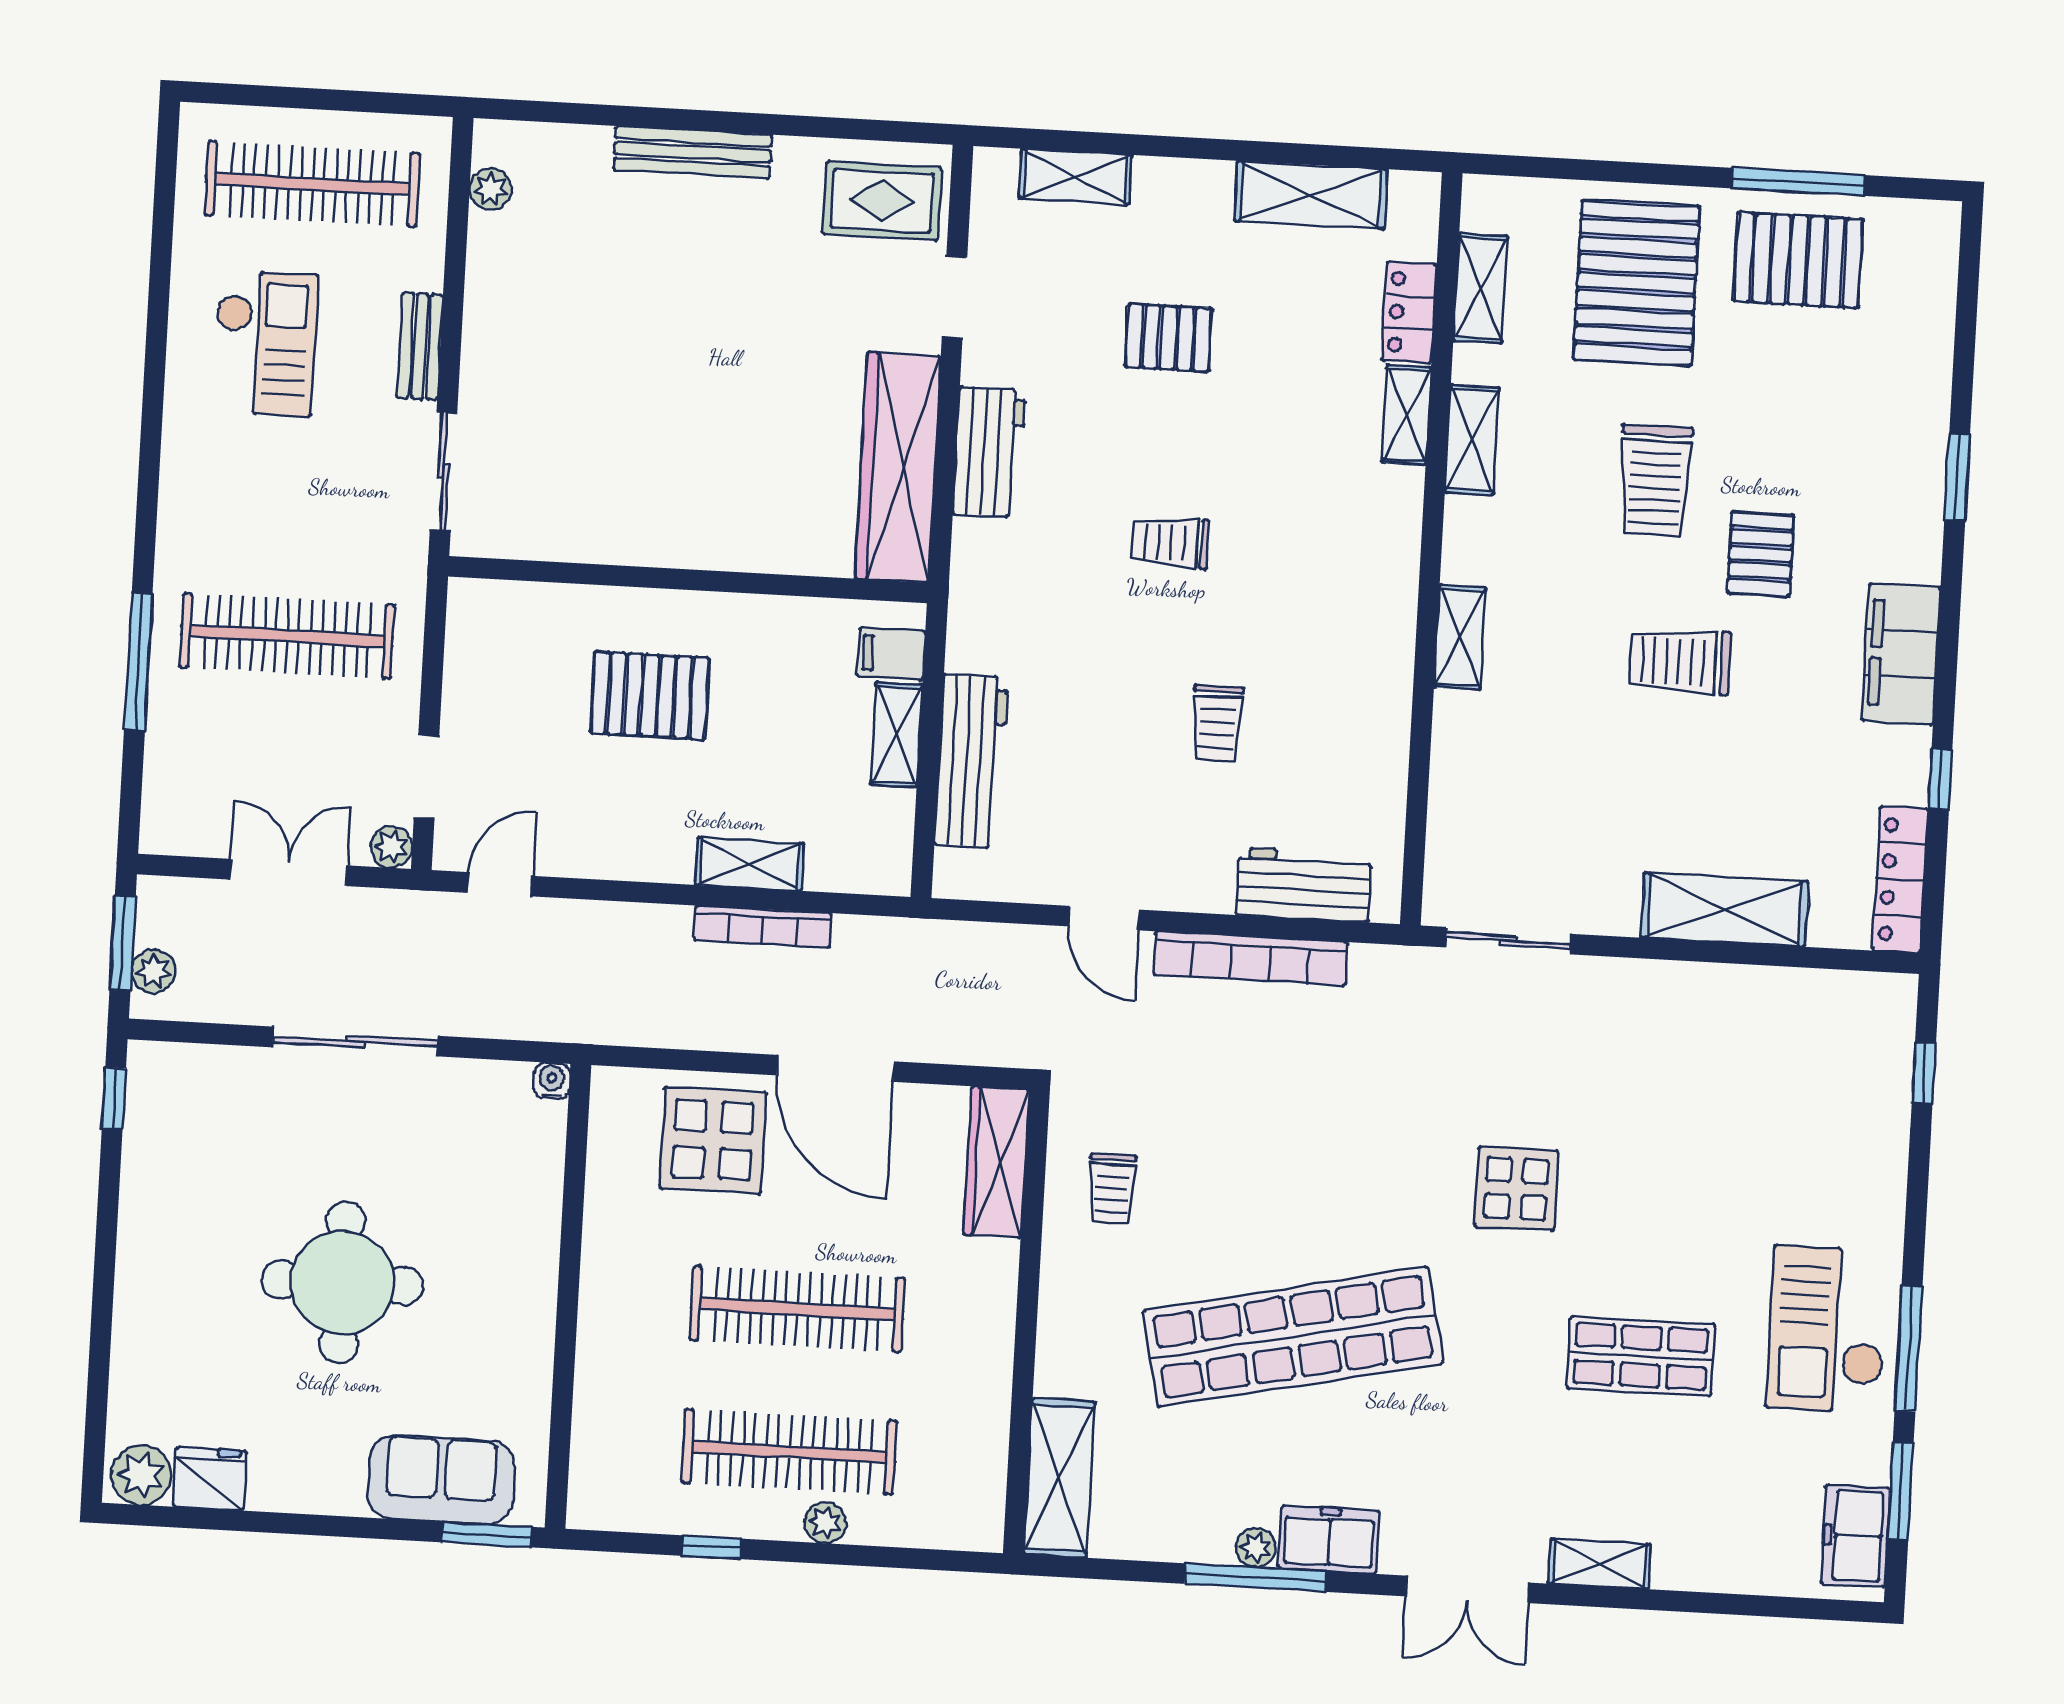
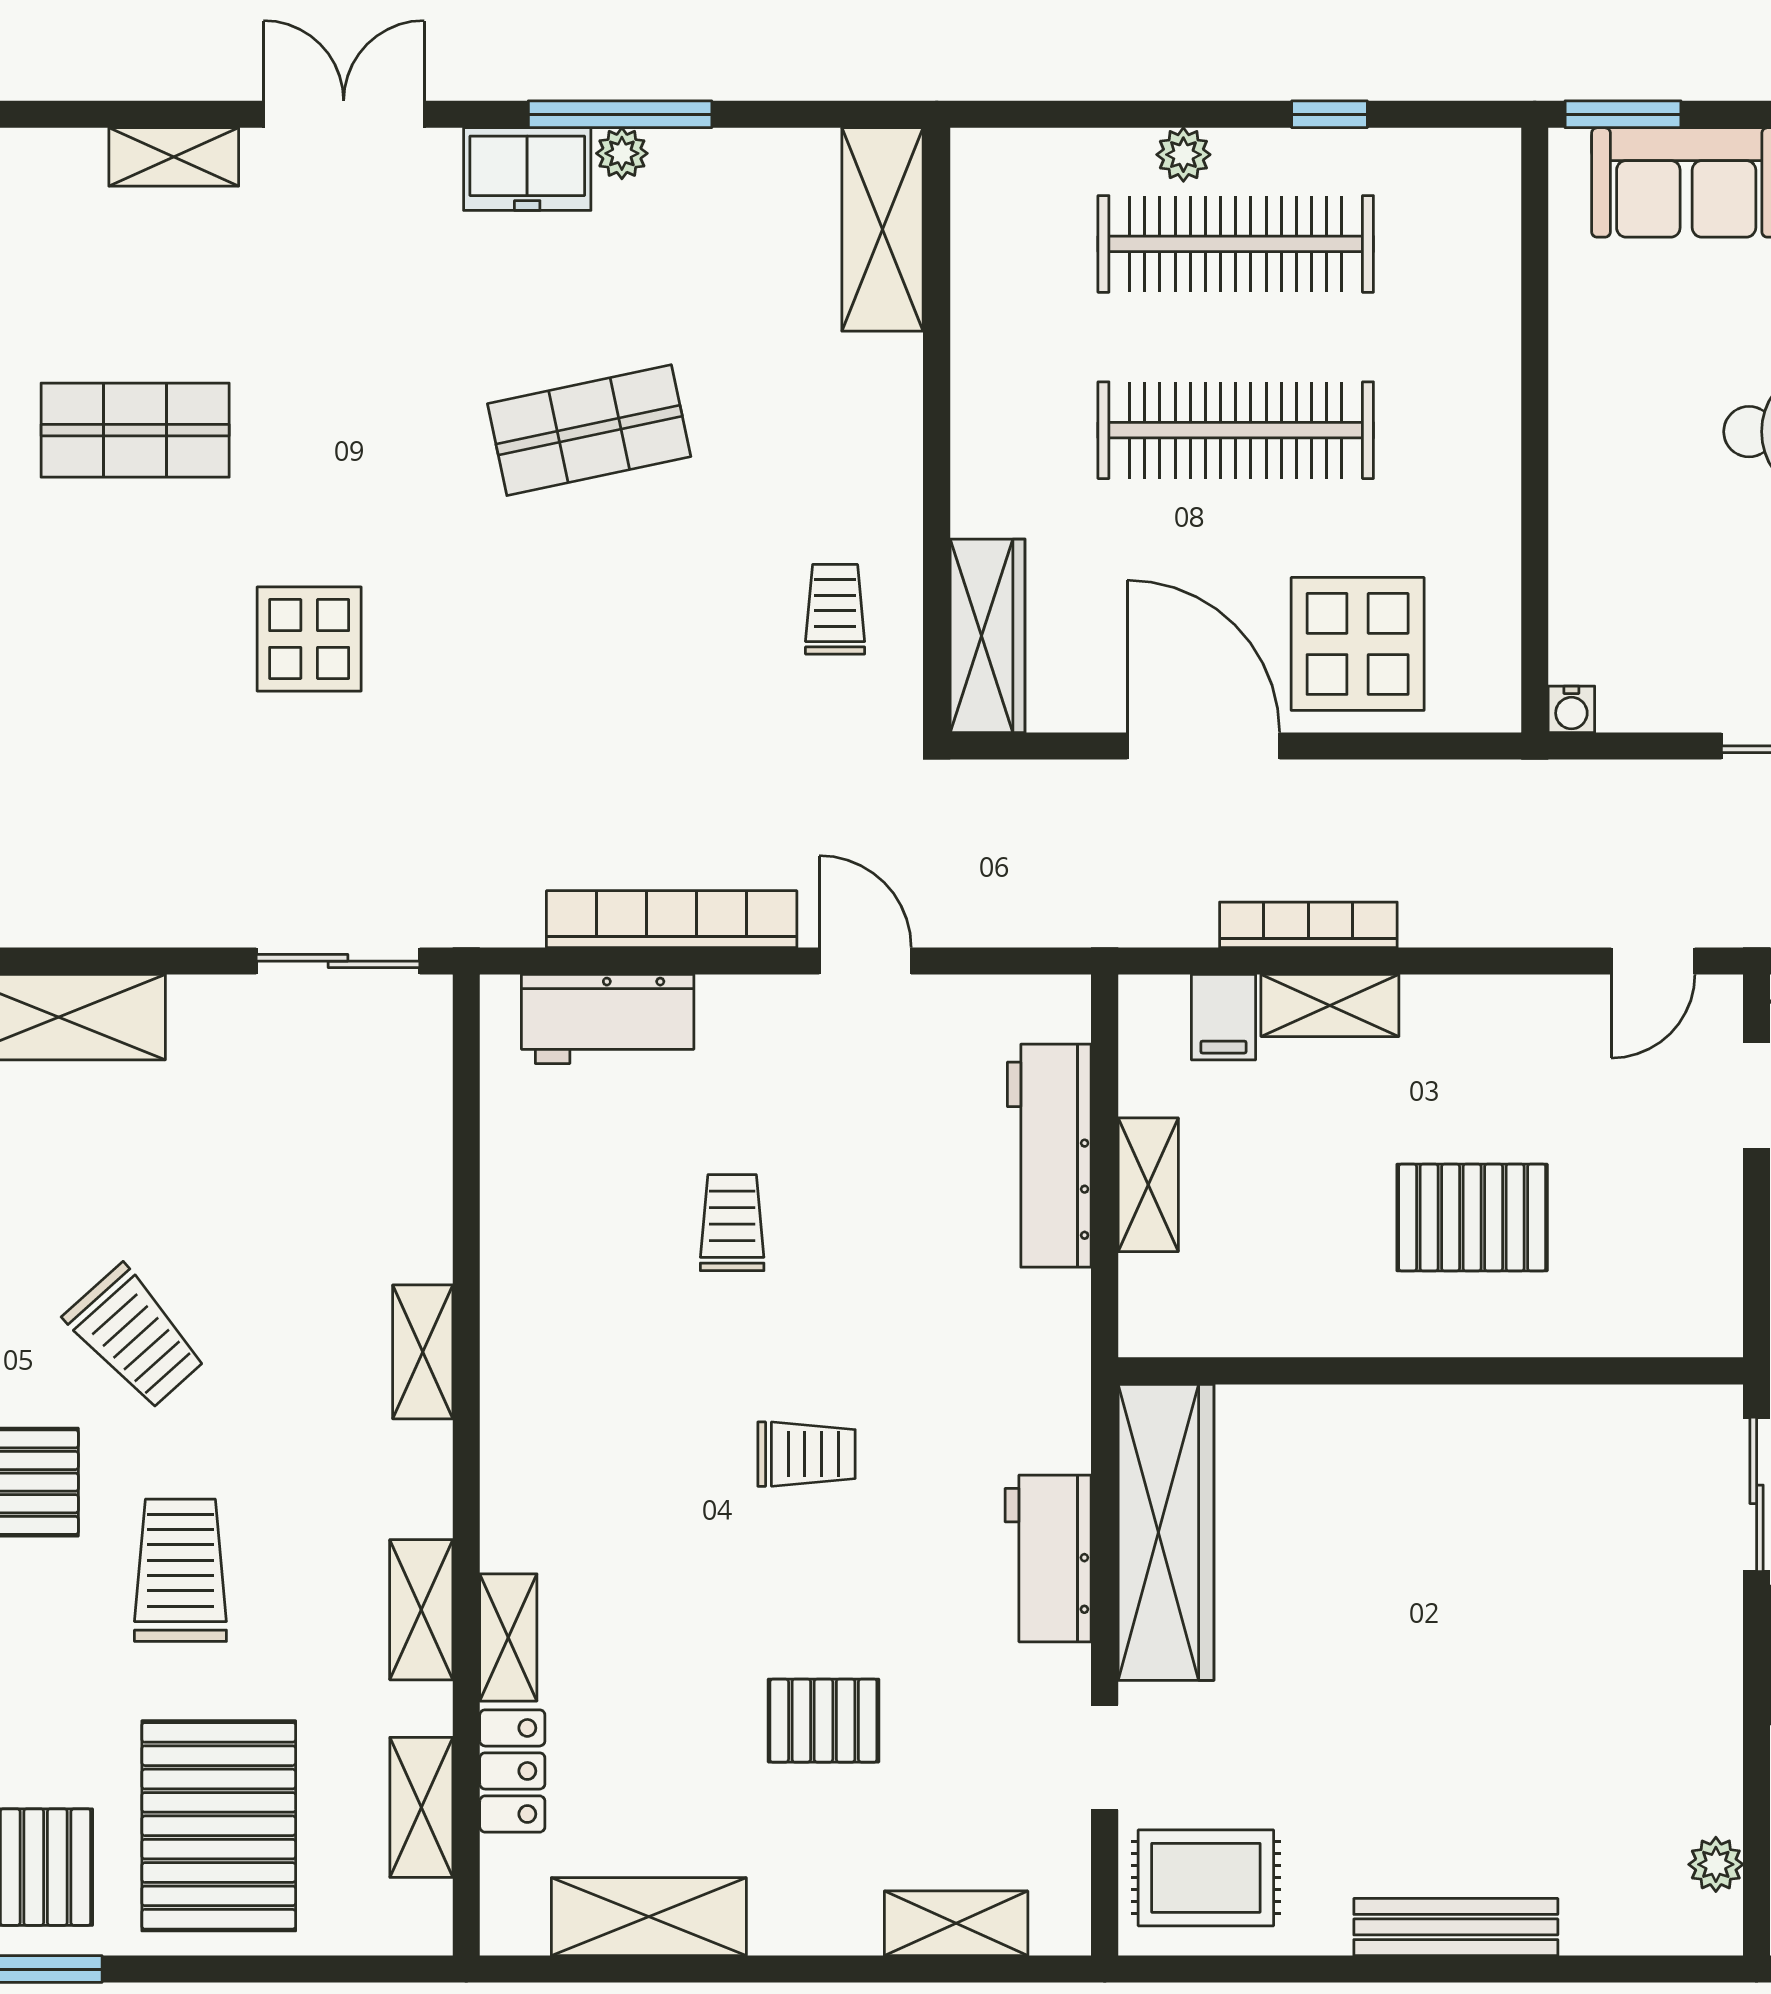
filing cabinet: (891, 654) -> (1223, 1017), moved, turned 90
trolley: (1680, 661) -> (135, 1337), turned 48
shop shelf: (1293, 1337) -> (589, 430), width x0.50, depth x0.74

